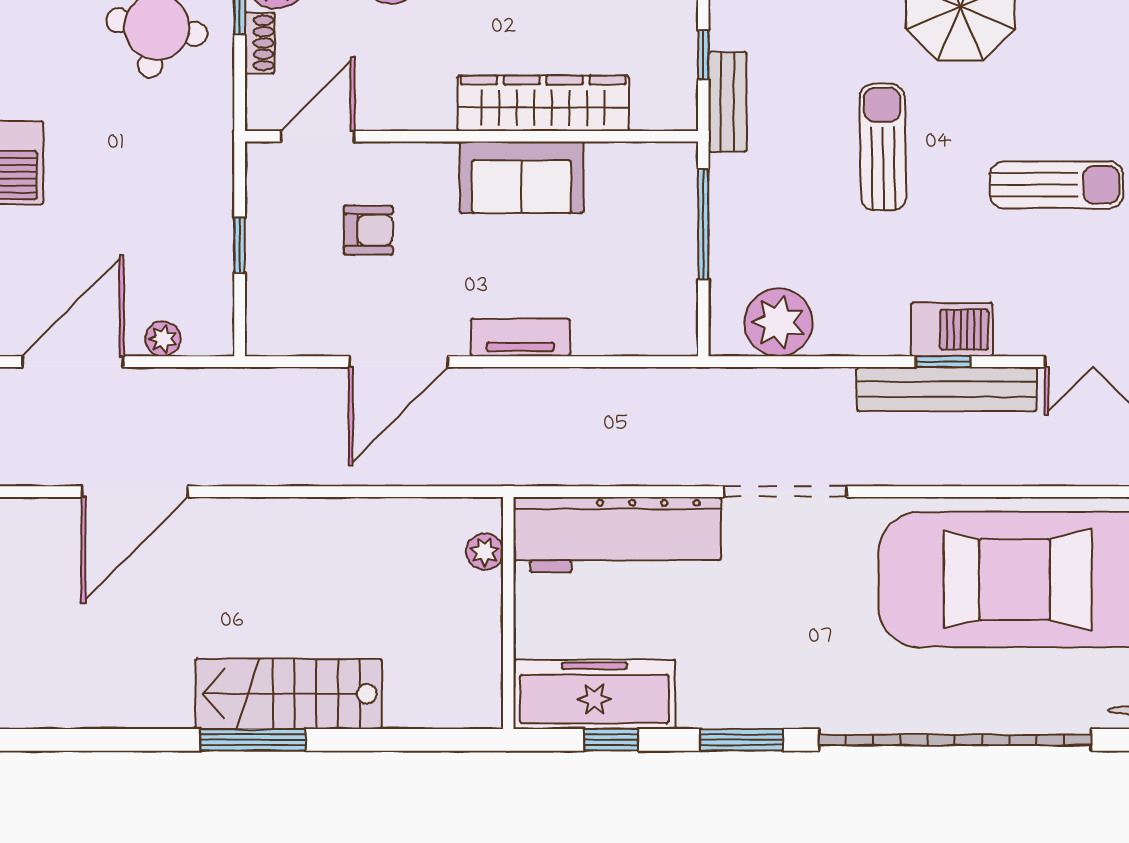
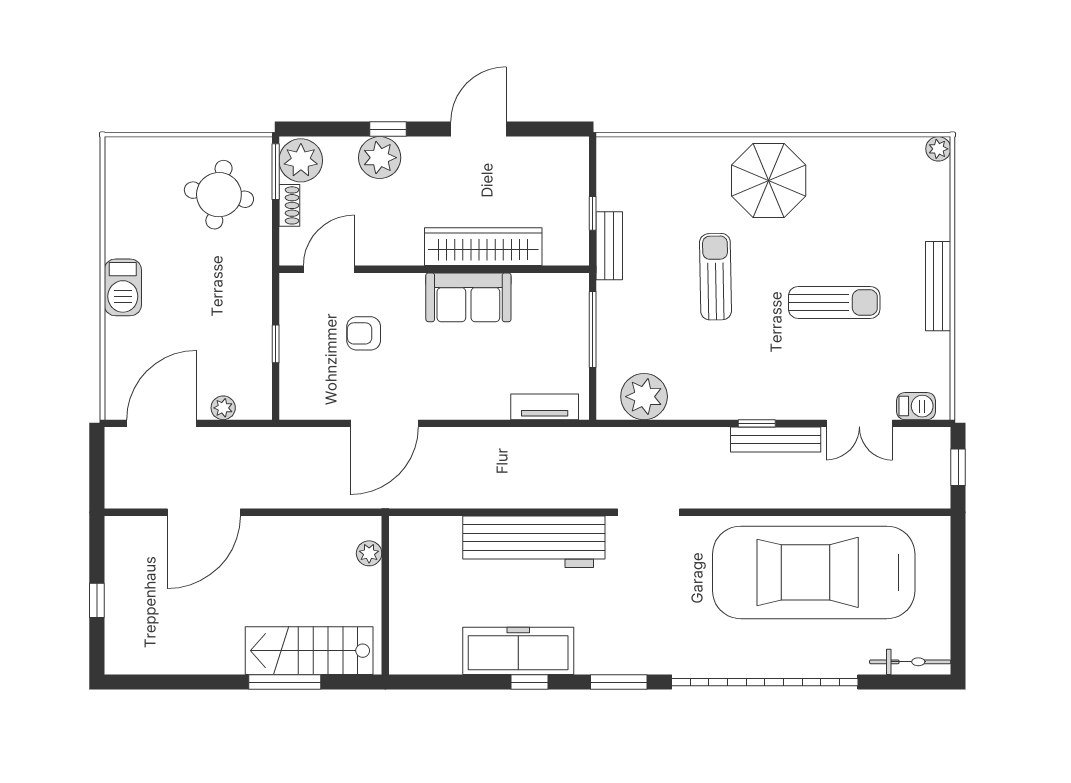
armchair: (368, 230) -> (364, 333), turned 180
barbecue: (952, 330) -> (763, 402), removed
tv unit: (520, 337) -> (545, 407), moved
bench: (947, 389) -> (776, 439), width x0.73, depth x0.82
doorway: (785, 492) -> (649, 512), width x0.73
plant: (485, 552) -> (369, 553), moved
wall: (508, 613) -> (385, 595), moved

